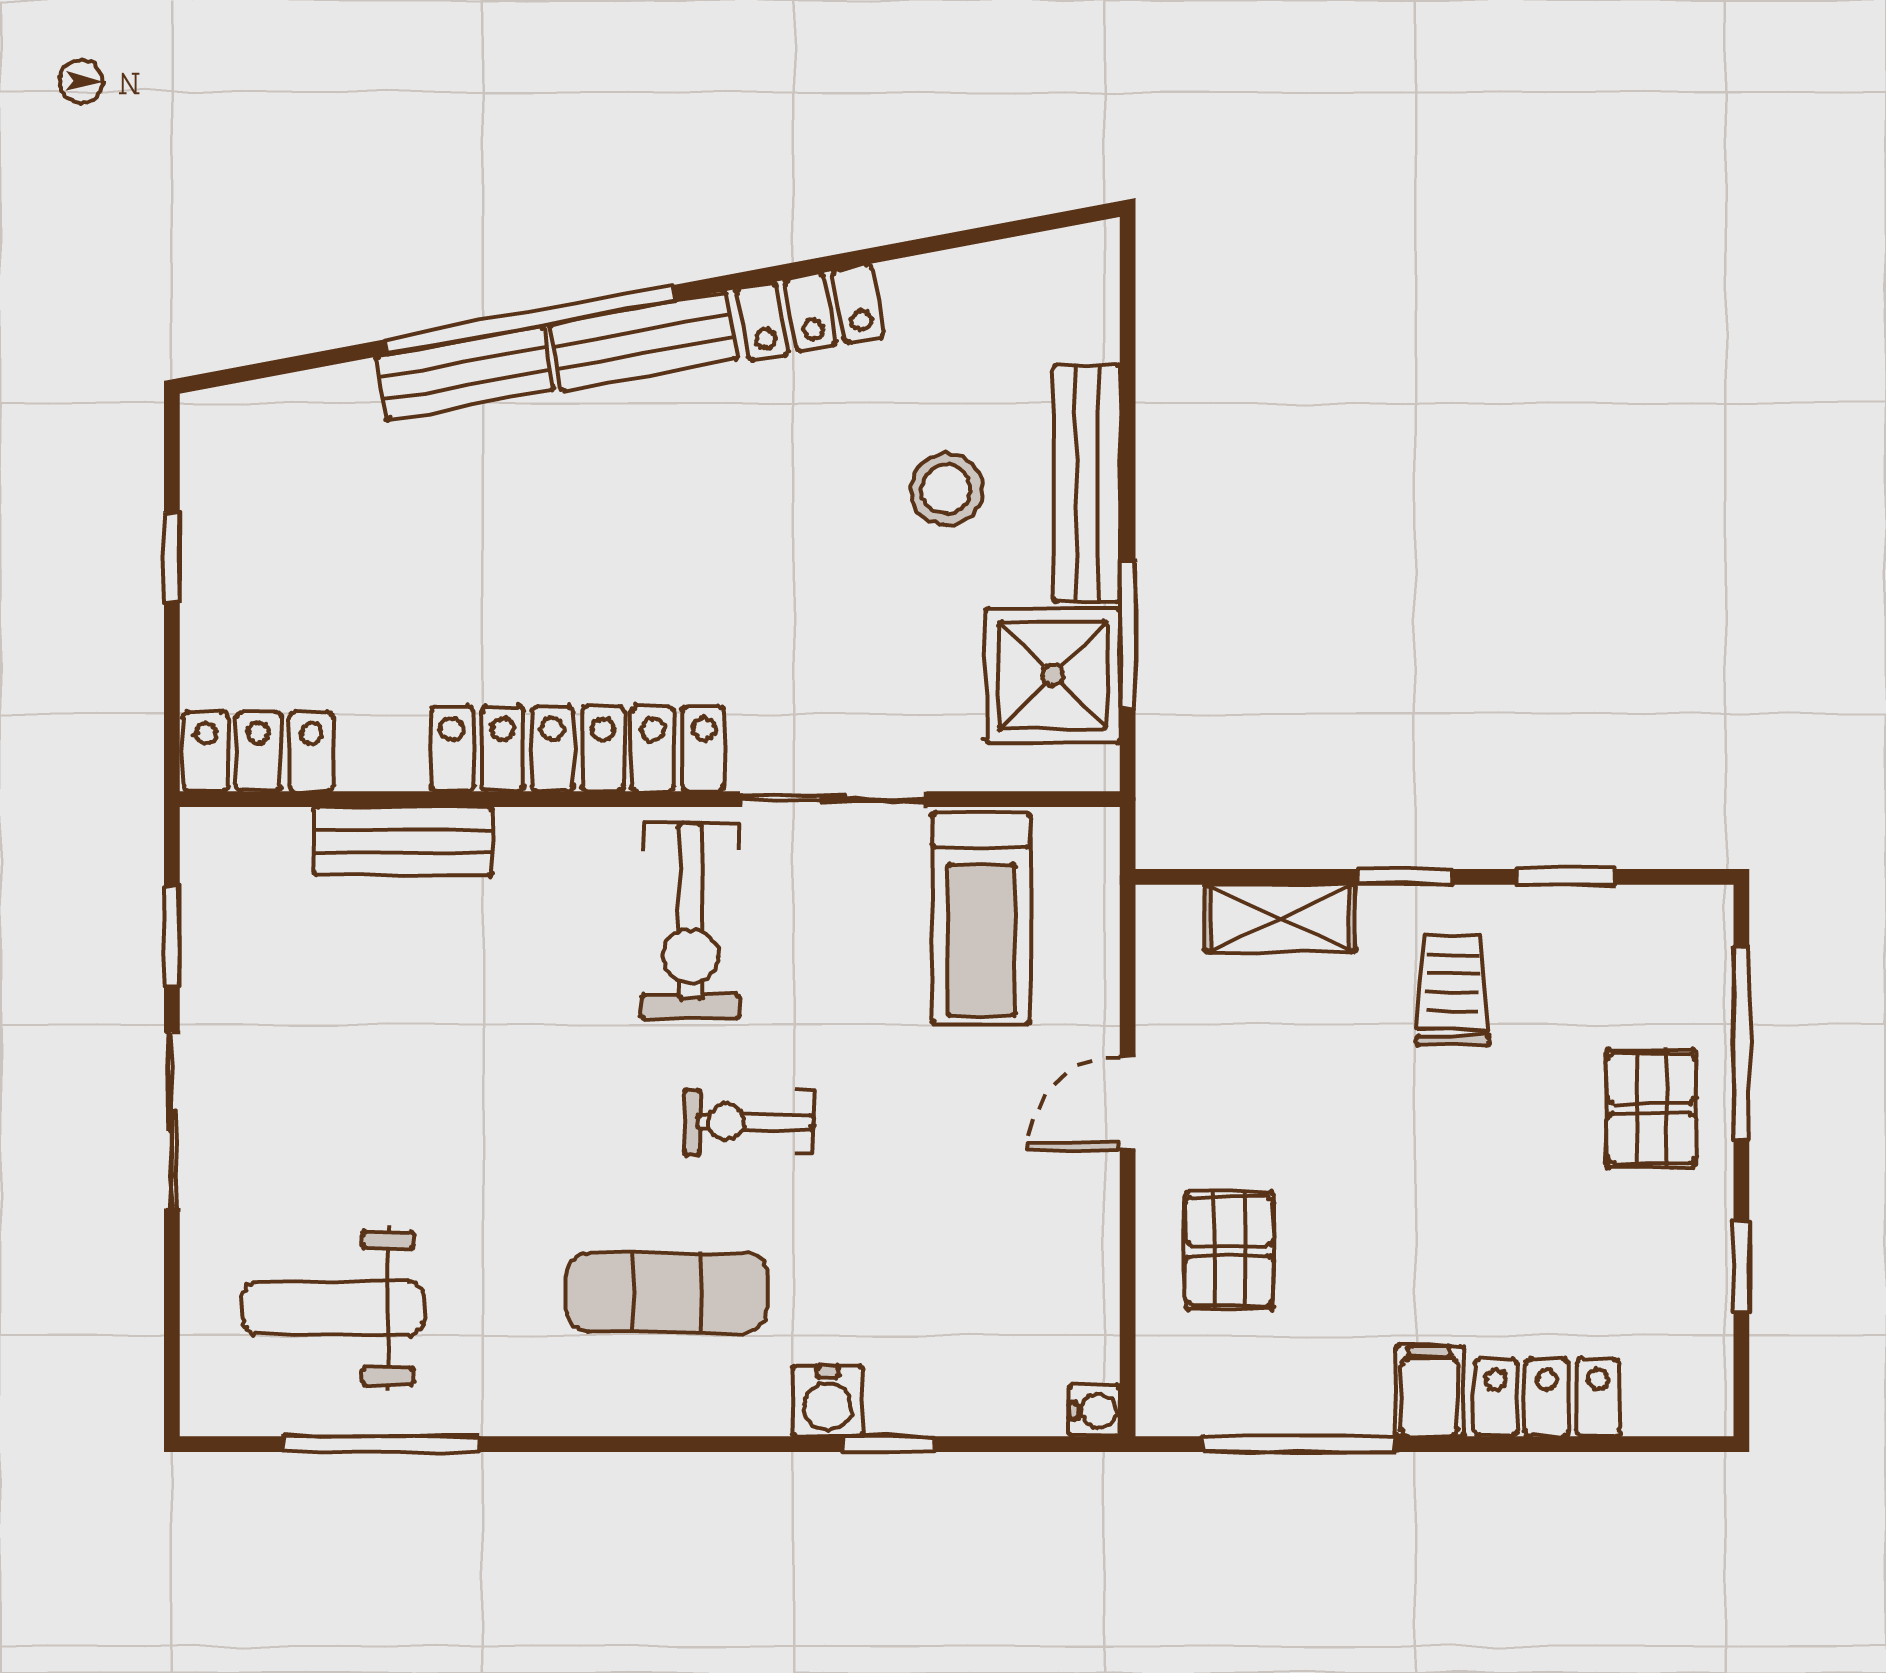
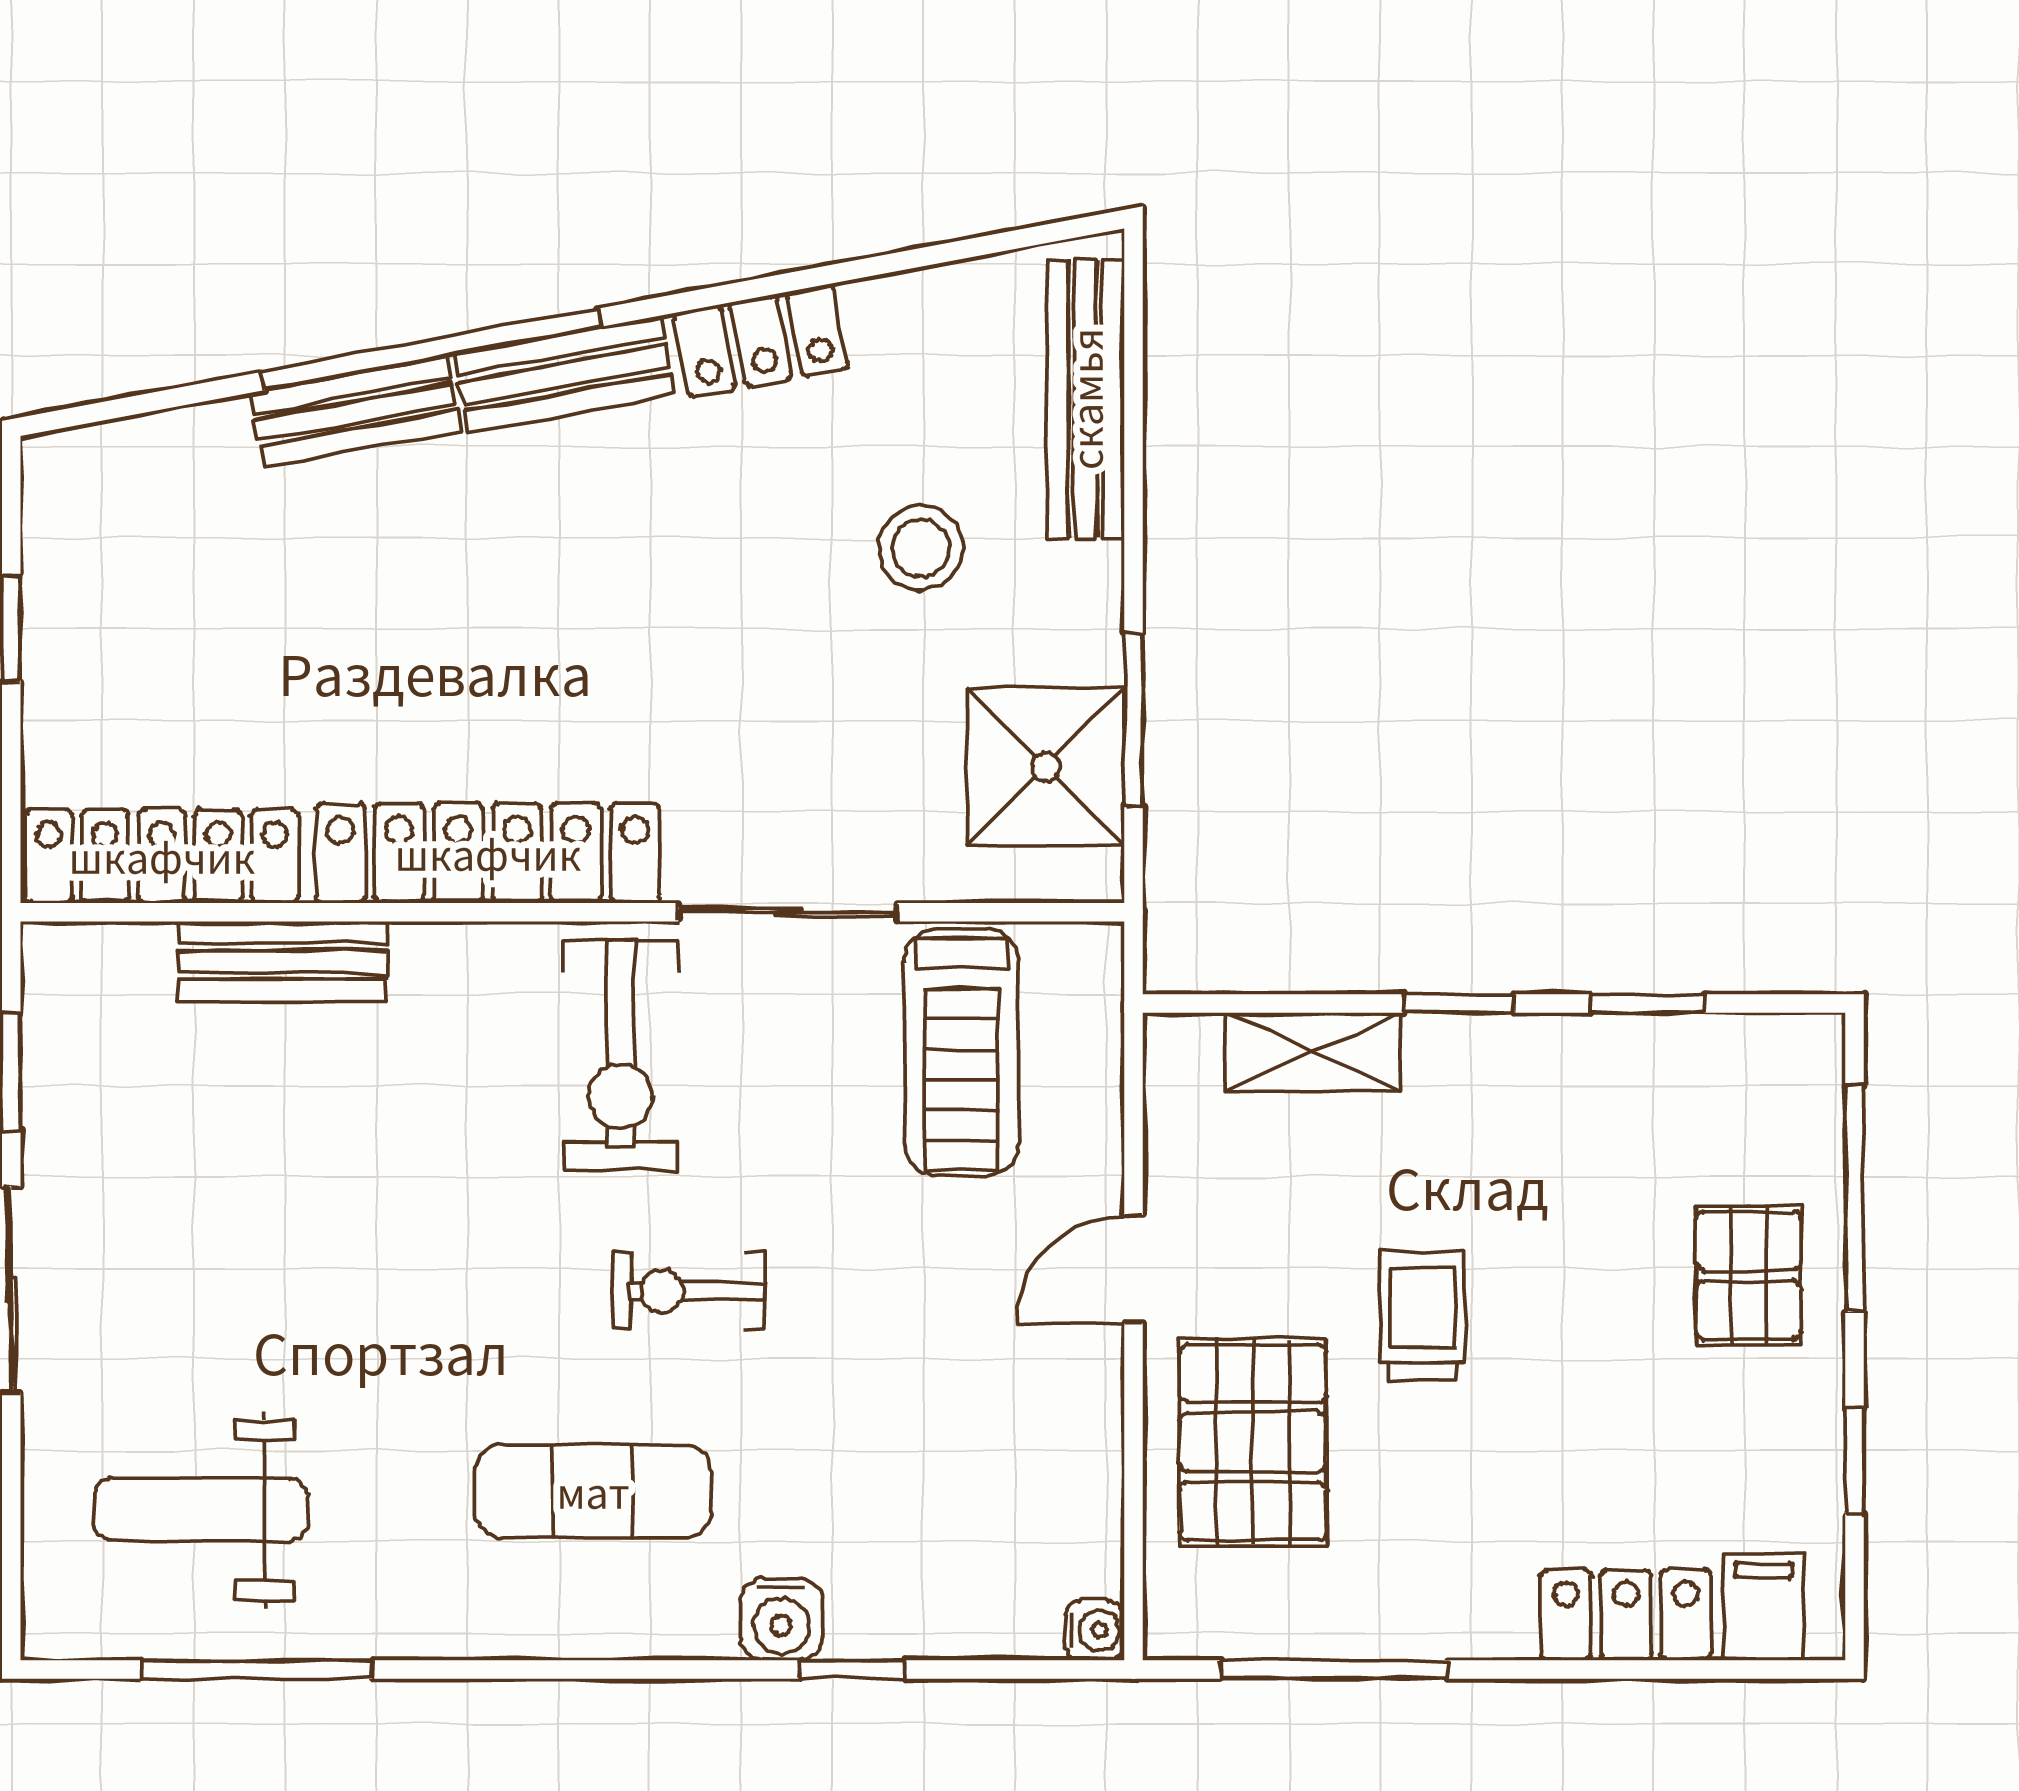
bench: (1087, 483) -> (1085, 399), moved
locker: (259, 752) -> (162, 856), width x1.53
trolley: (1453, 990) -> (1423, 1316), moved
pallet: (1229, 1251) -> (1253, 1442), width x1.50, depth x1.42
filing cabinet: (1430, 1391) -> (1763, 1607), moved

